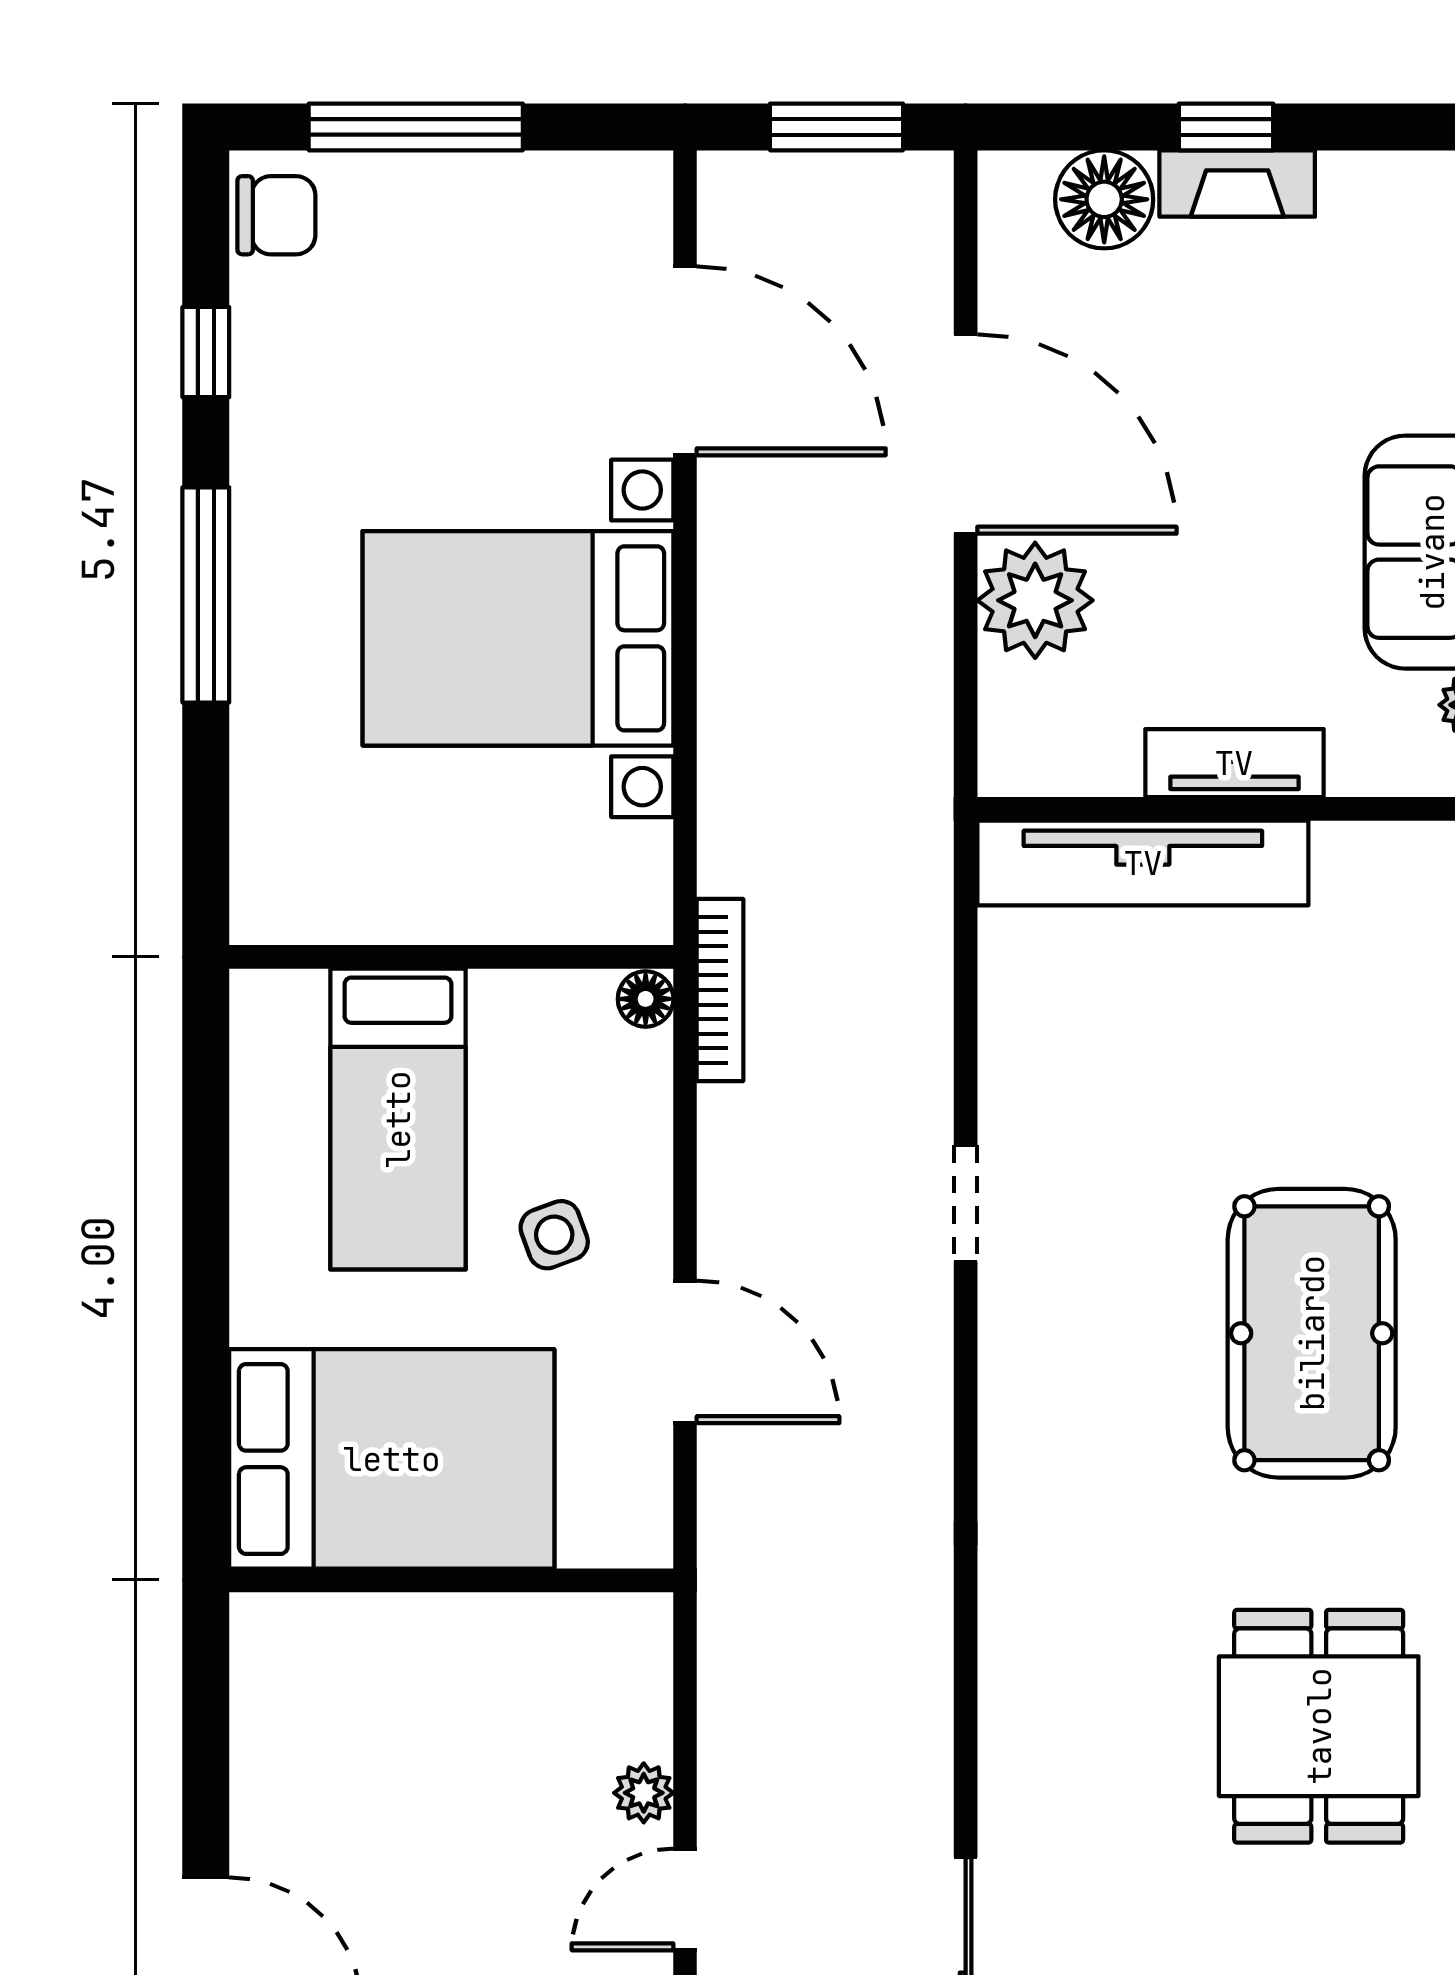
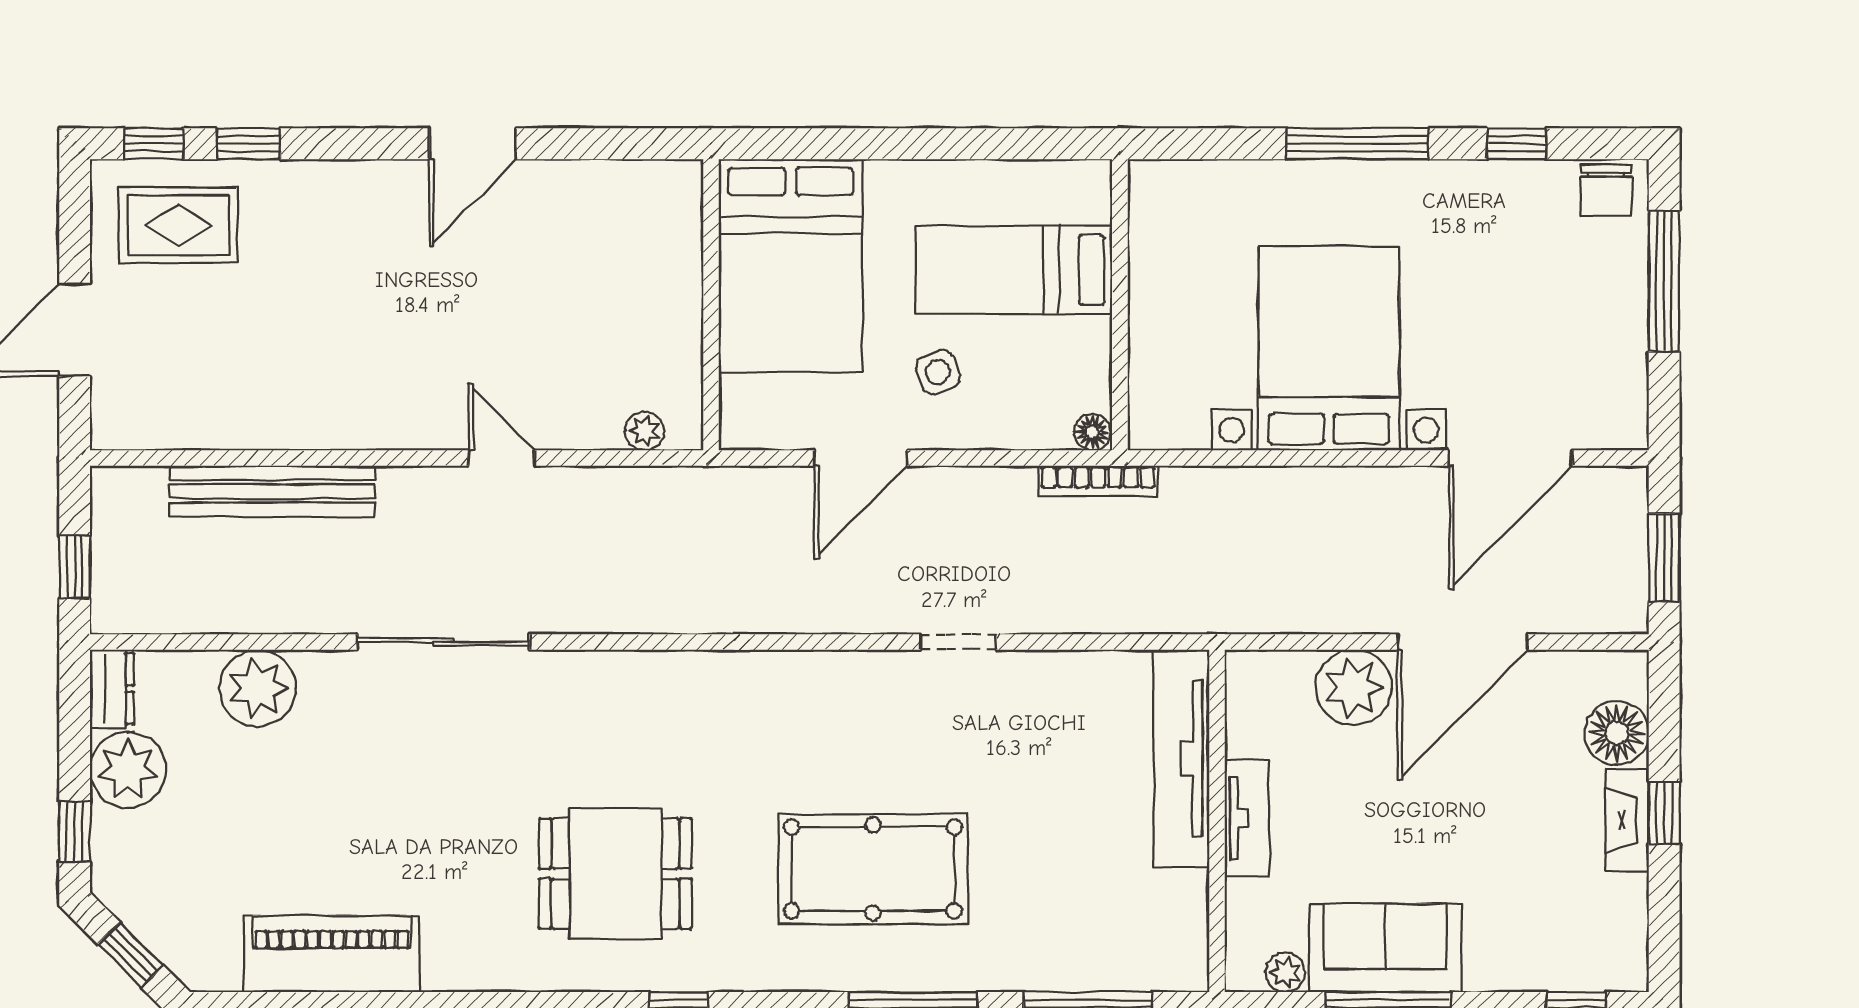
plant: (644, 1793) -> (645, 431), moved

